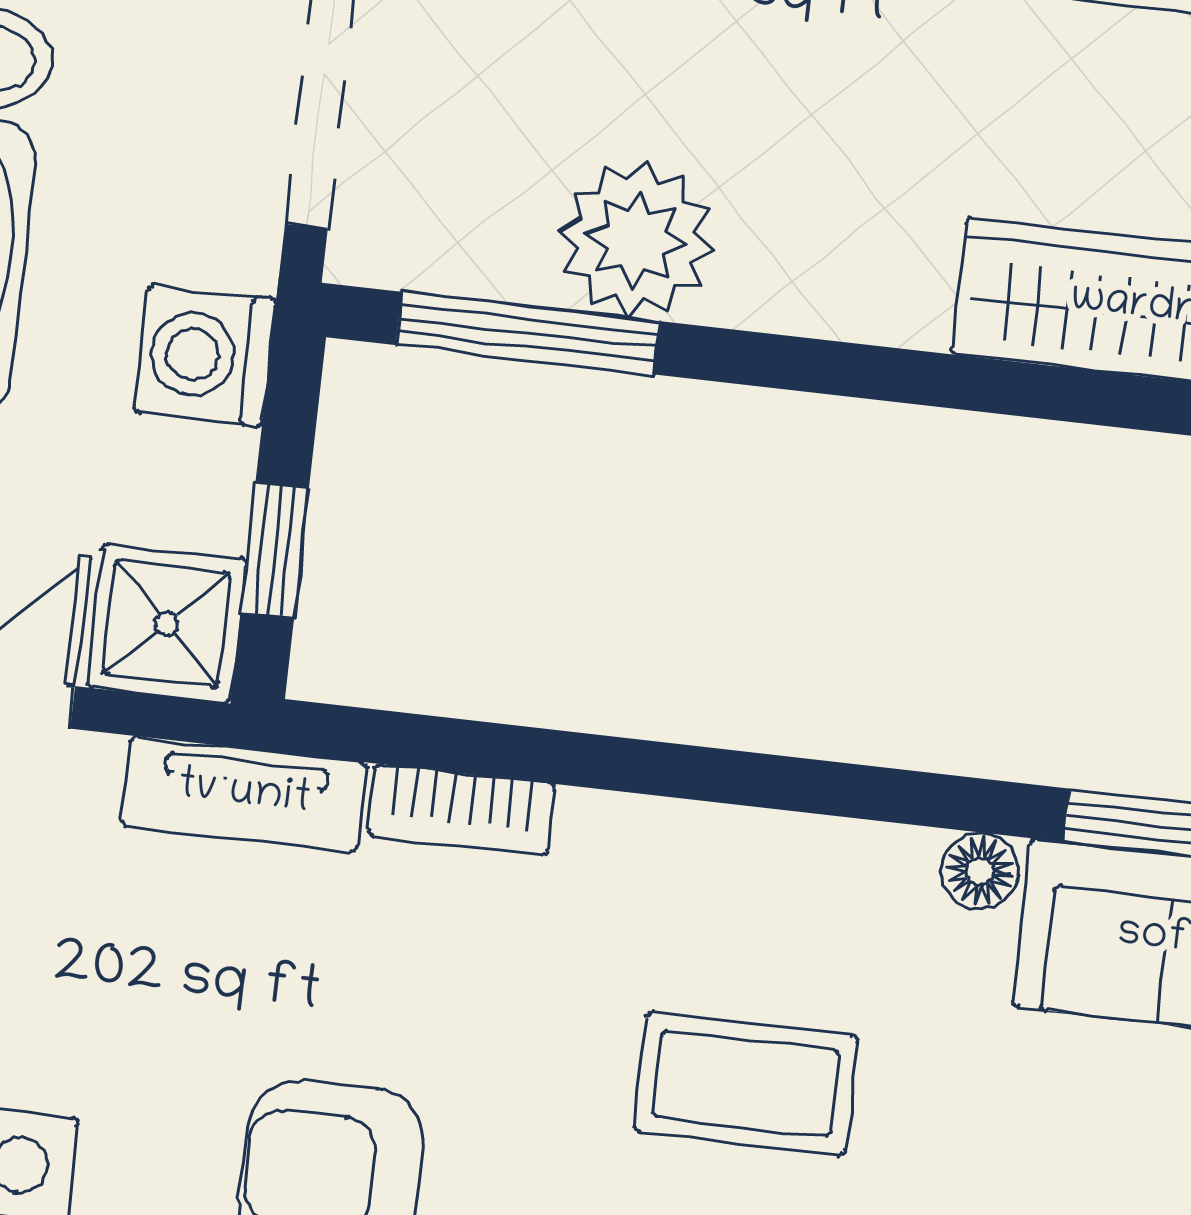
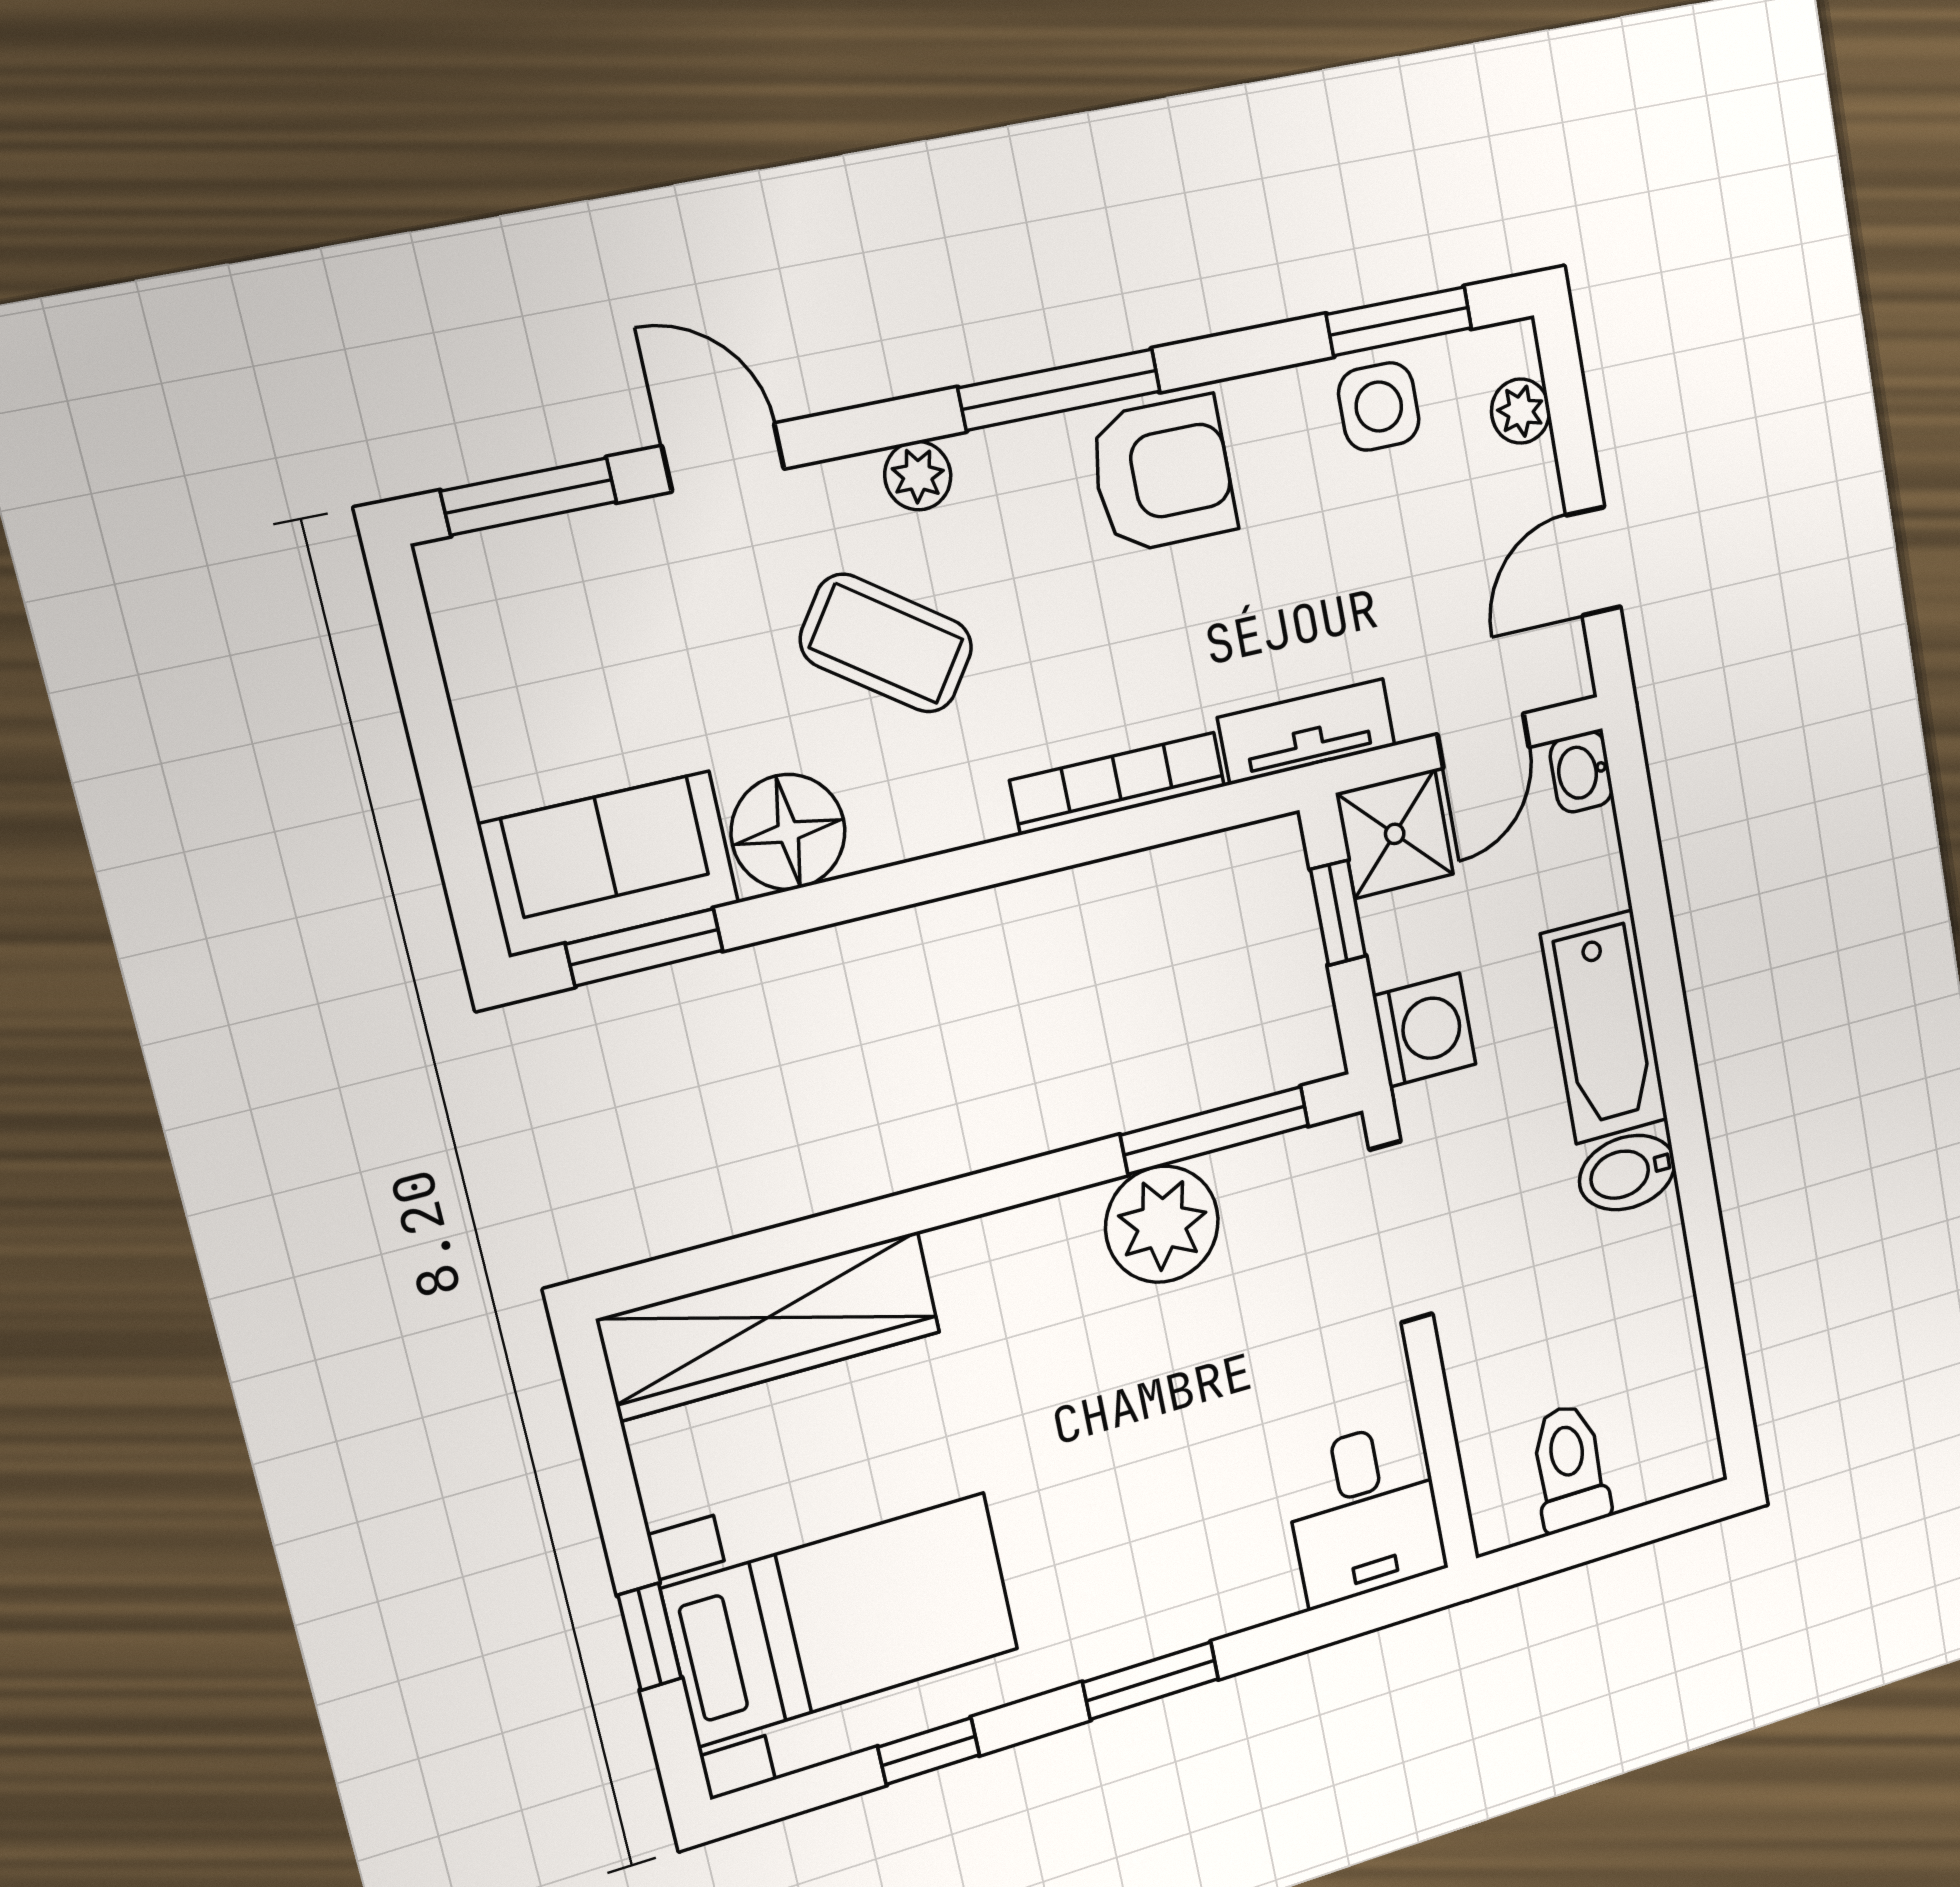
bookcase: (461, 810) -> (1118, 783), width x1.56
floor lamp: (980, 871) -> (788, 832), width x1.89, depth x1.89
coffee table: (746, 1084) -> (886, 643), turned 35

